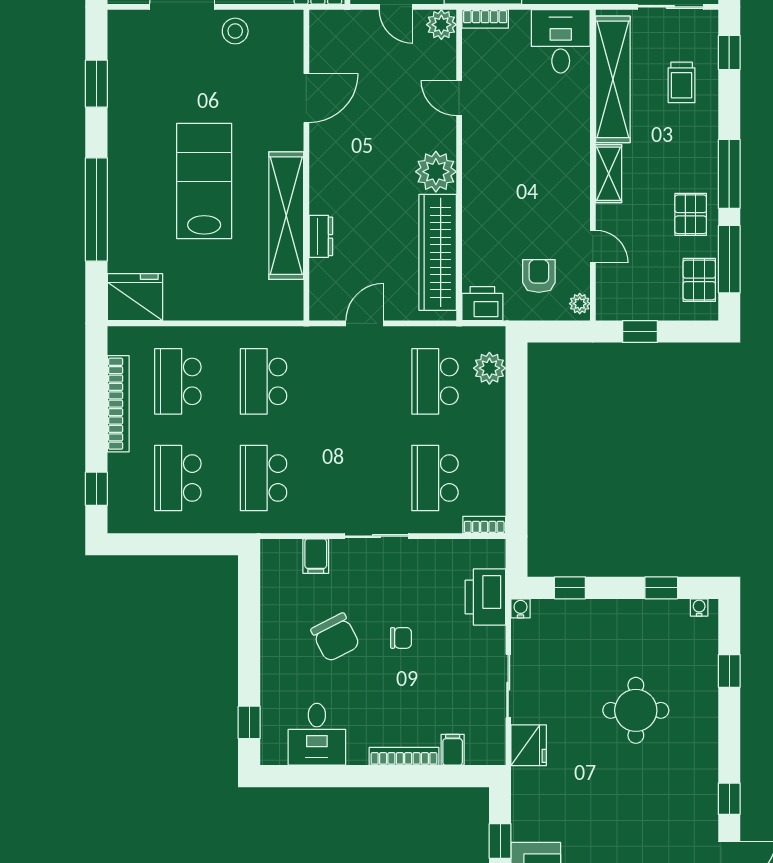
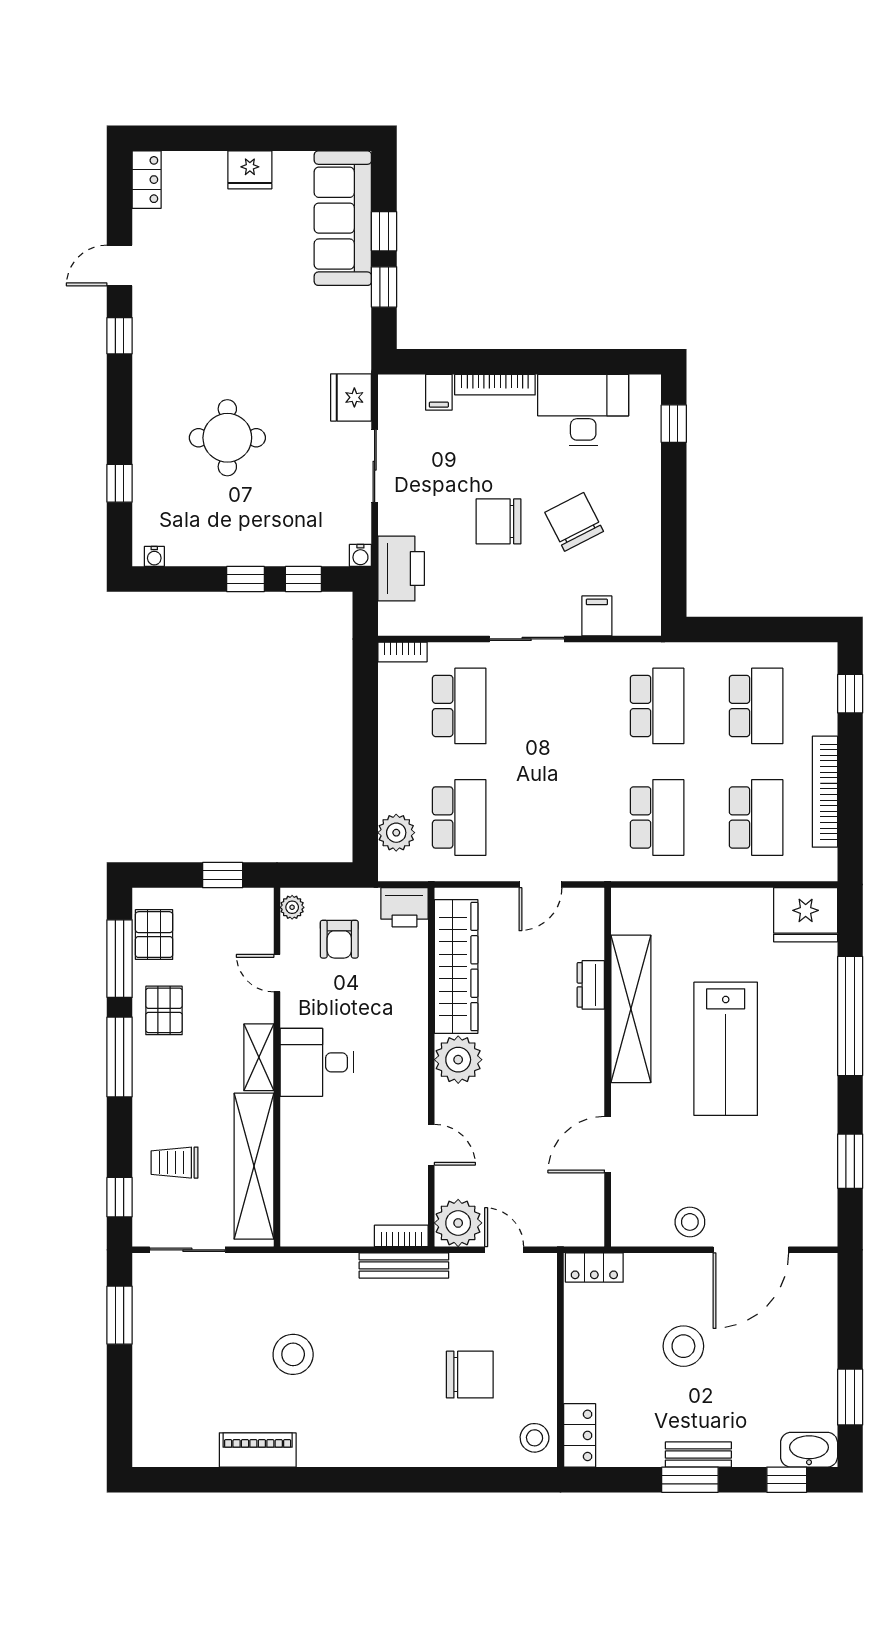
plant: (441, 25) -> (458, 1223), width x1.36, depth x1.36
desk: (561, 41) -> (317, 1062), moved, turned 90
trolley: (682, 82) -> (175, 1163), turned -90
window: (661, 588) -> (246, 579), moved
chair: (401, 638) -> (498, 521), width x1.87, depth x1.87
desk: (317, 734) -> (583, 410), width x1.37

